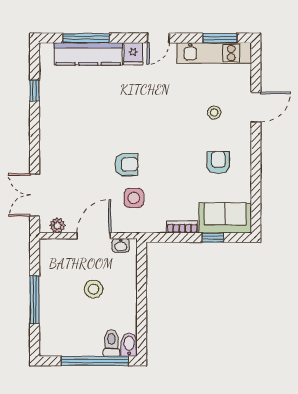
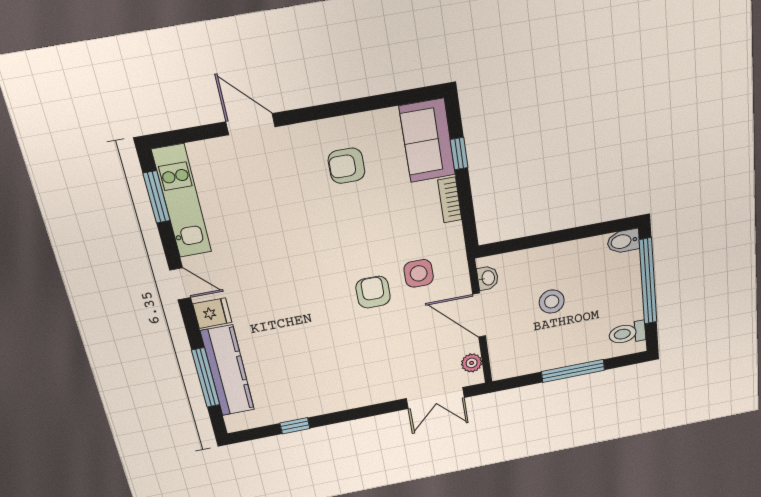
stool: (214, 113) -> (272, 185), removed
toilet: (111, 343) -> (627, 333), moved

